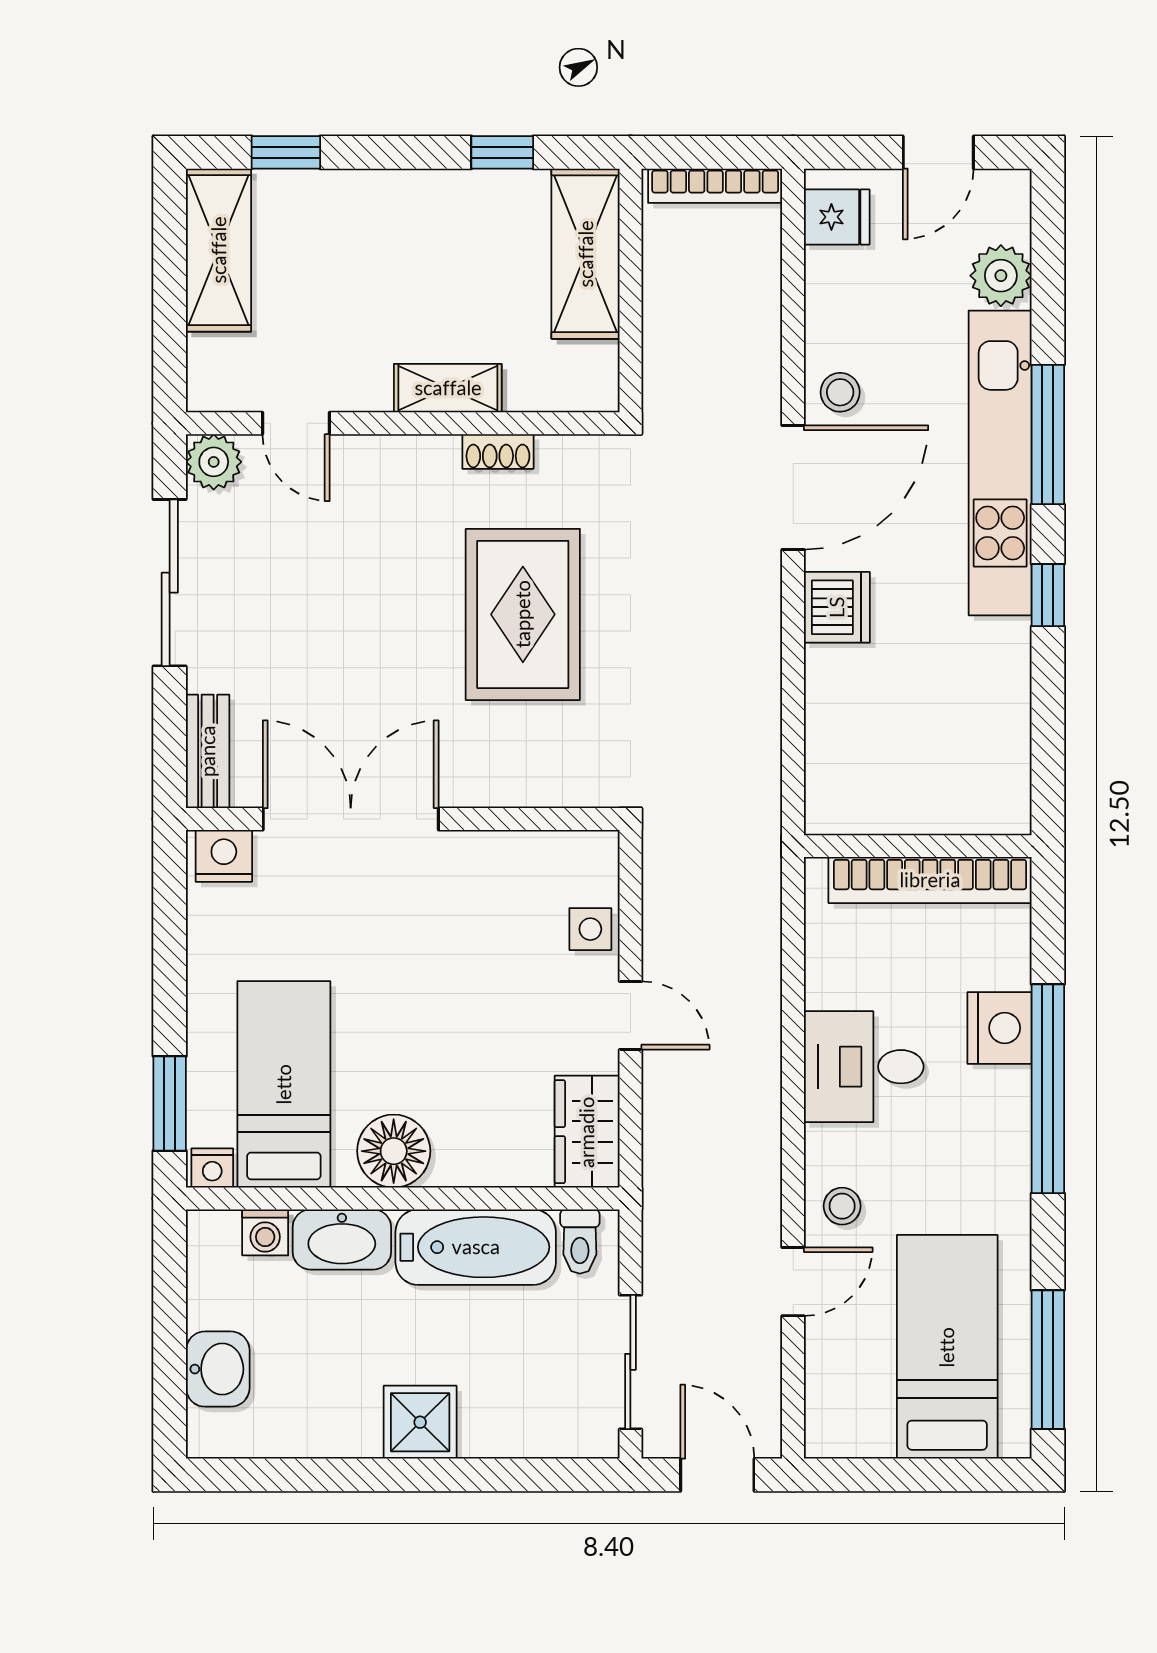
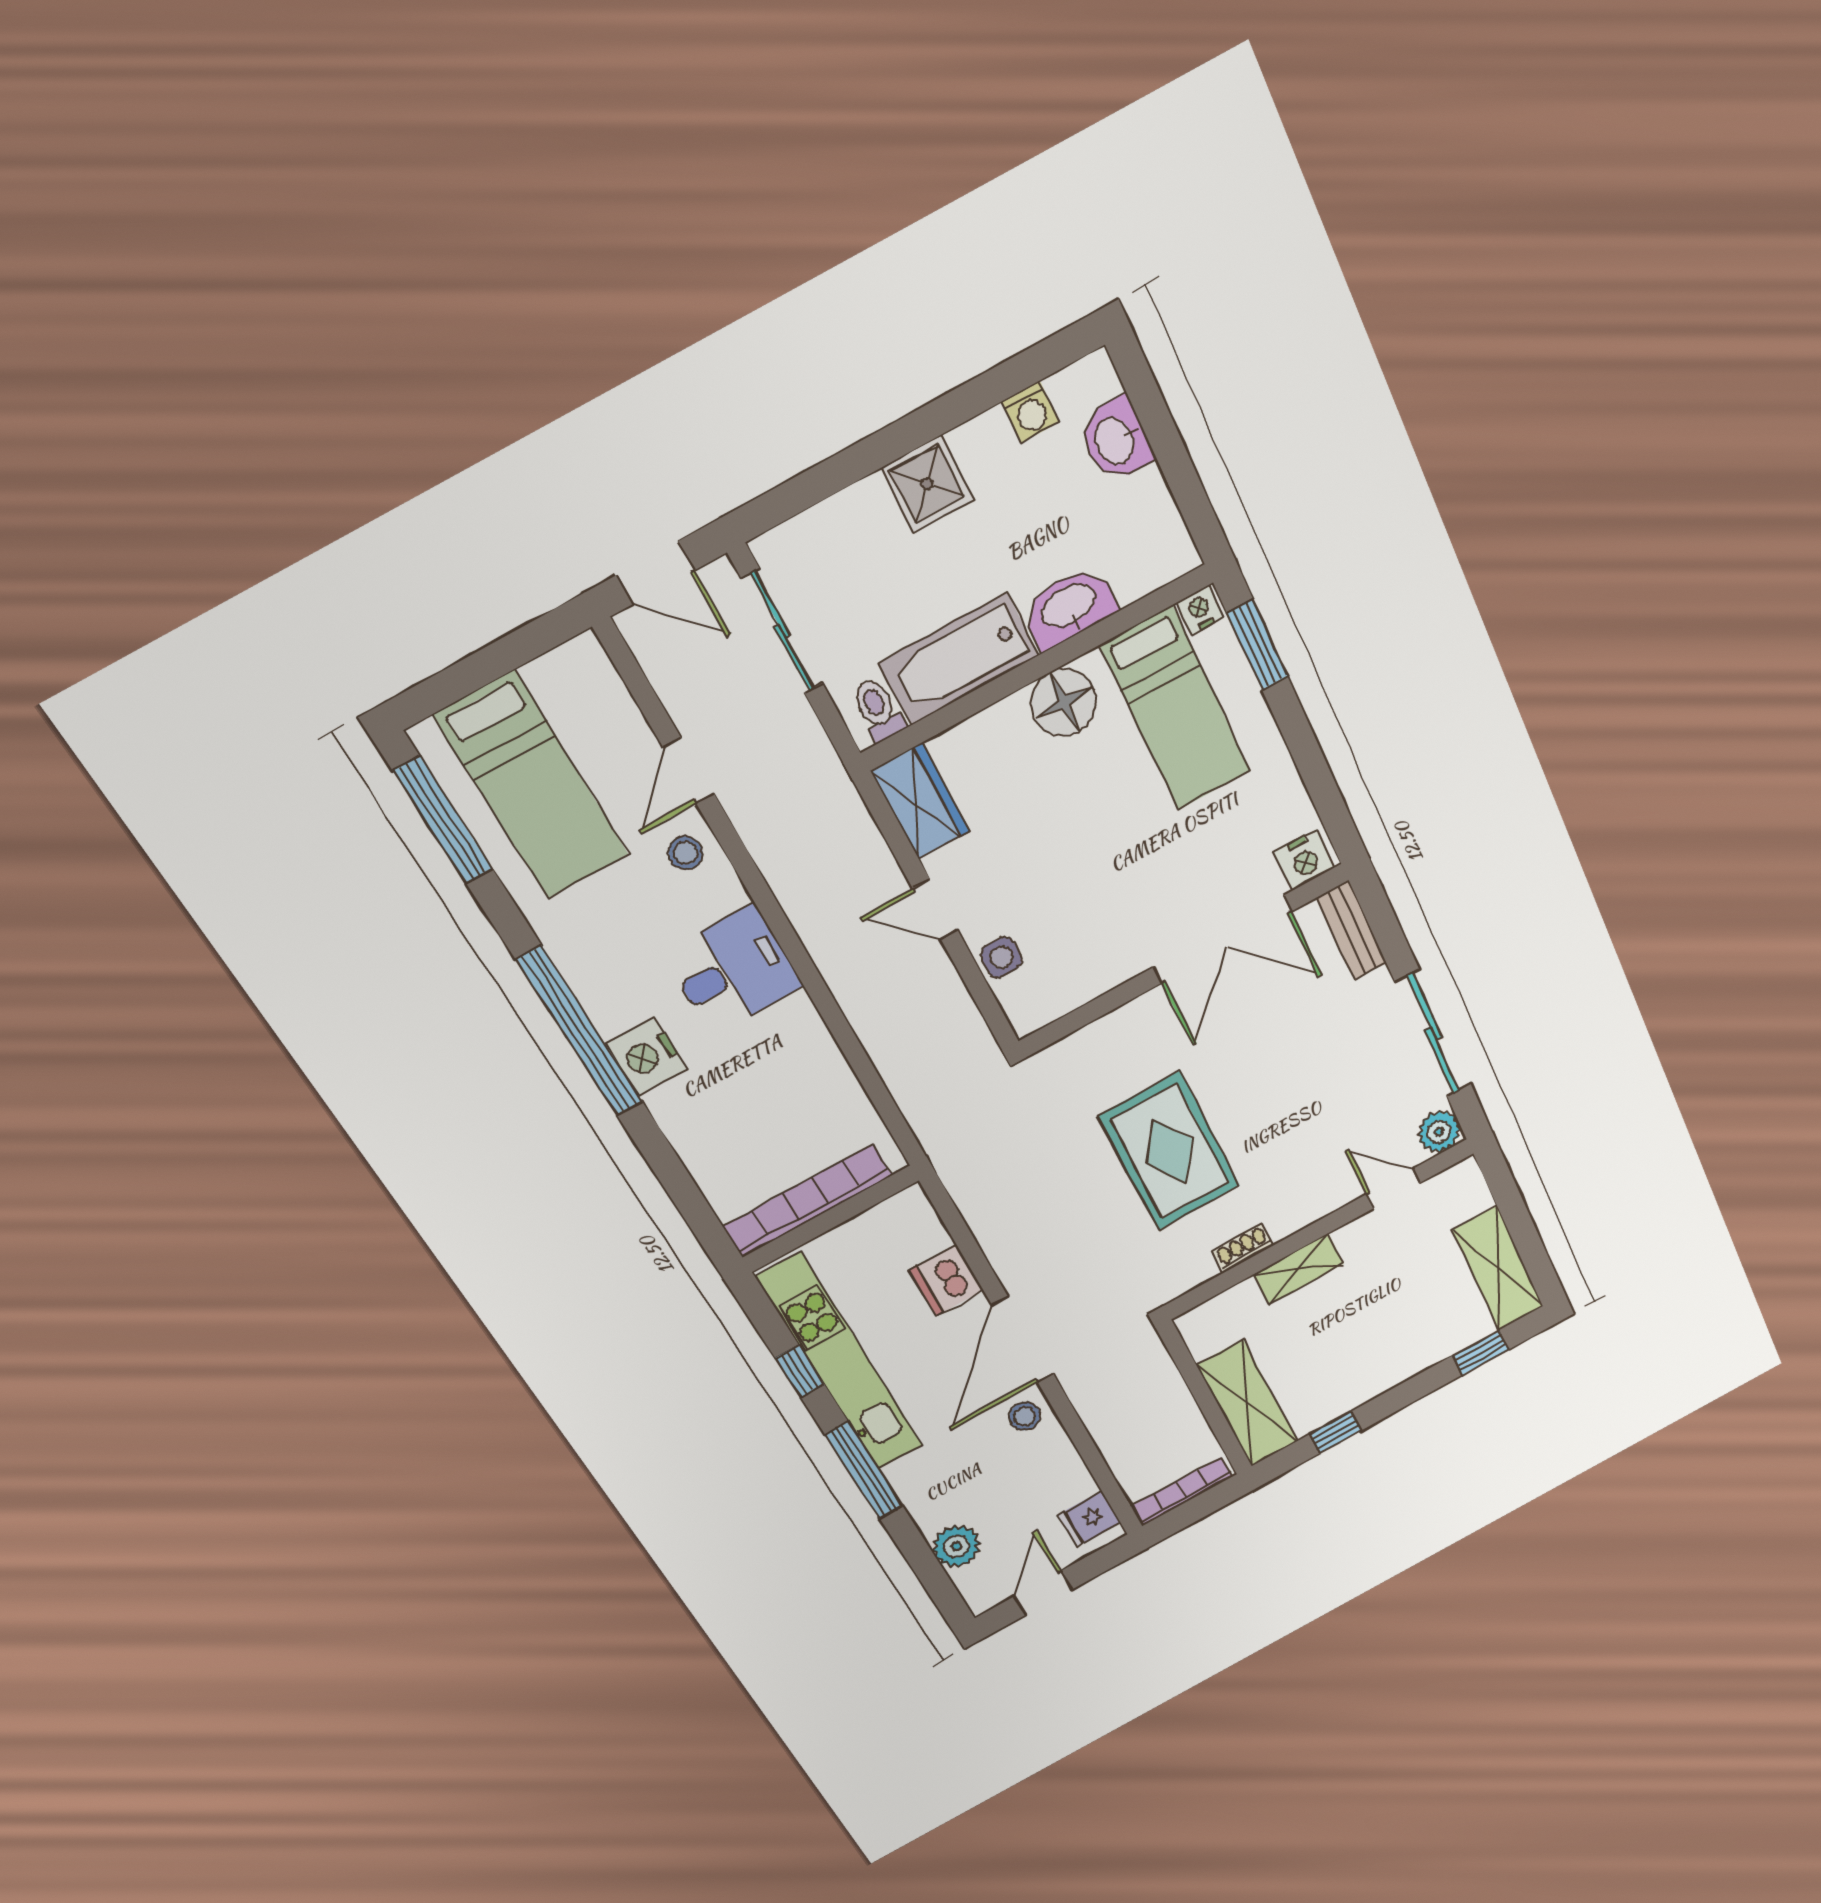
kitchen unit: (1000, 463) -> (841, 1363), moved
wall: (918, 846) -> (831, 1219), moved
bookcase: (930, 880) -> (808, 1201), moved
washing machine: (265, 1232) -> (1030, 412), moved, turned 180

